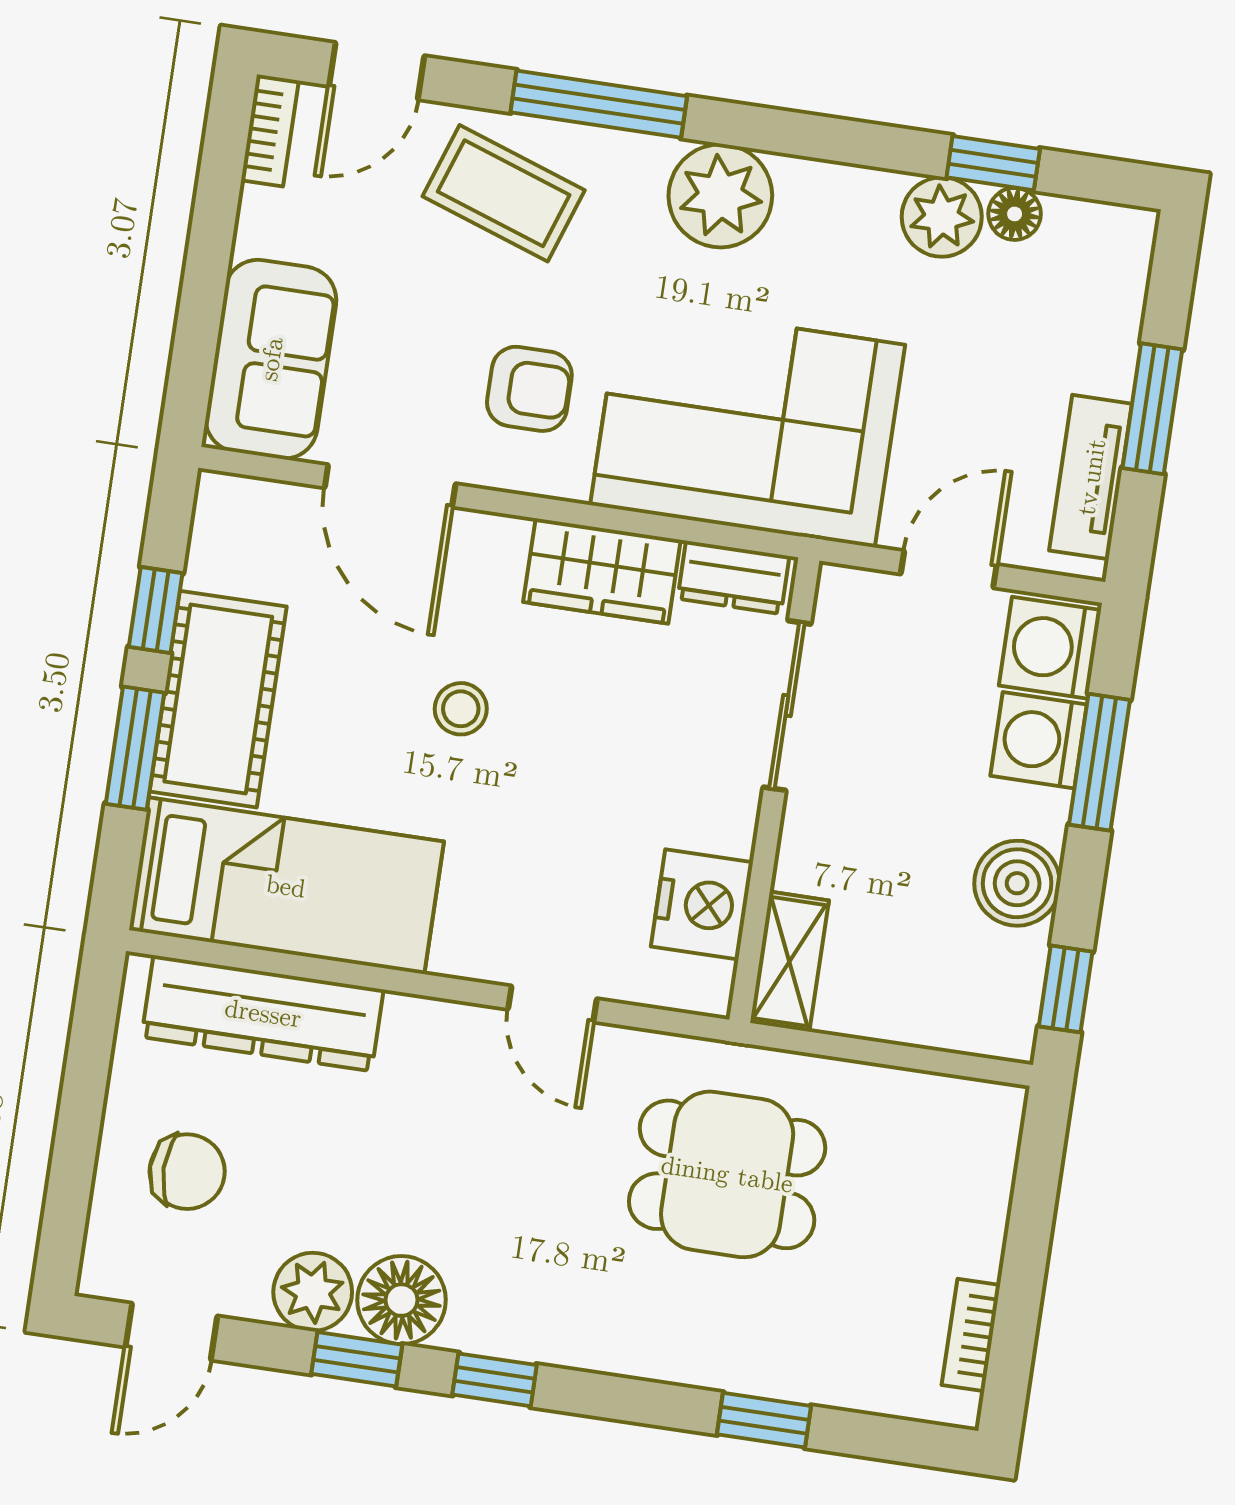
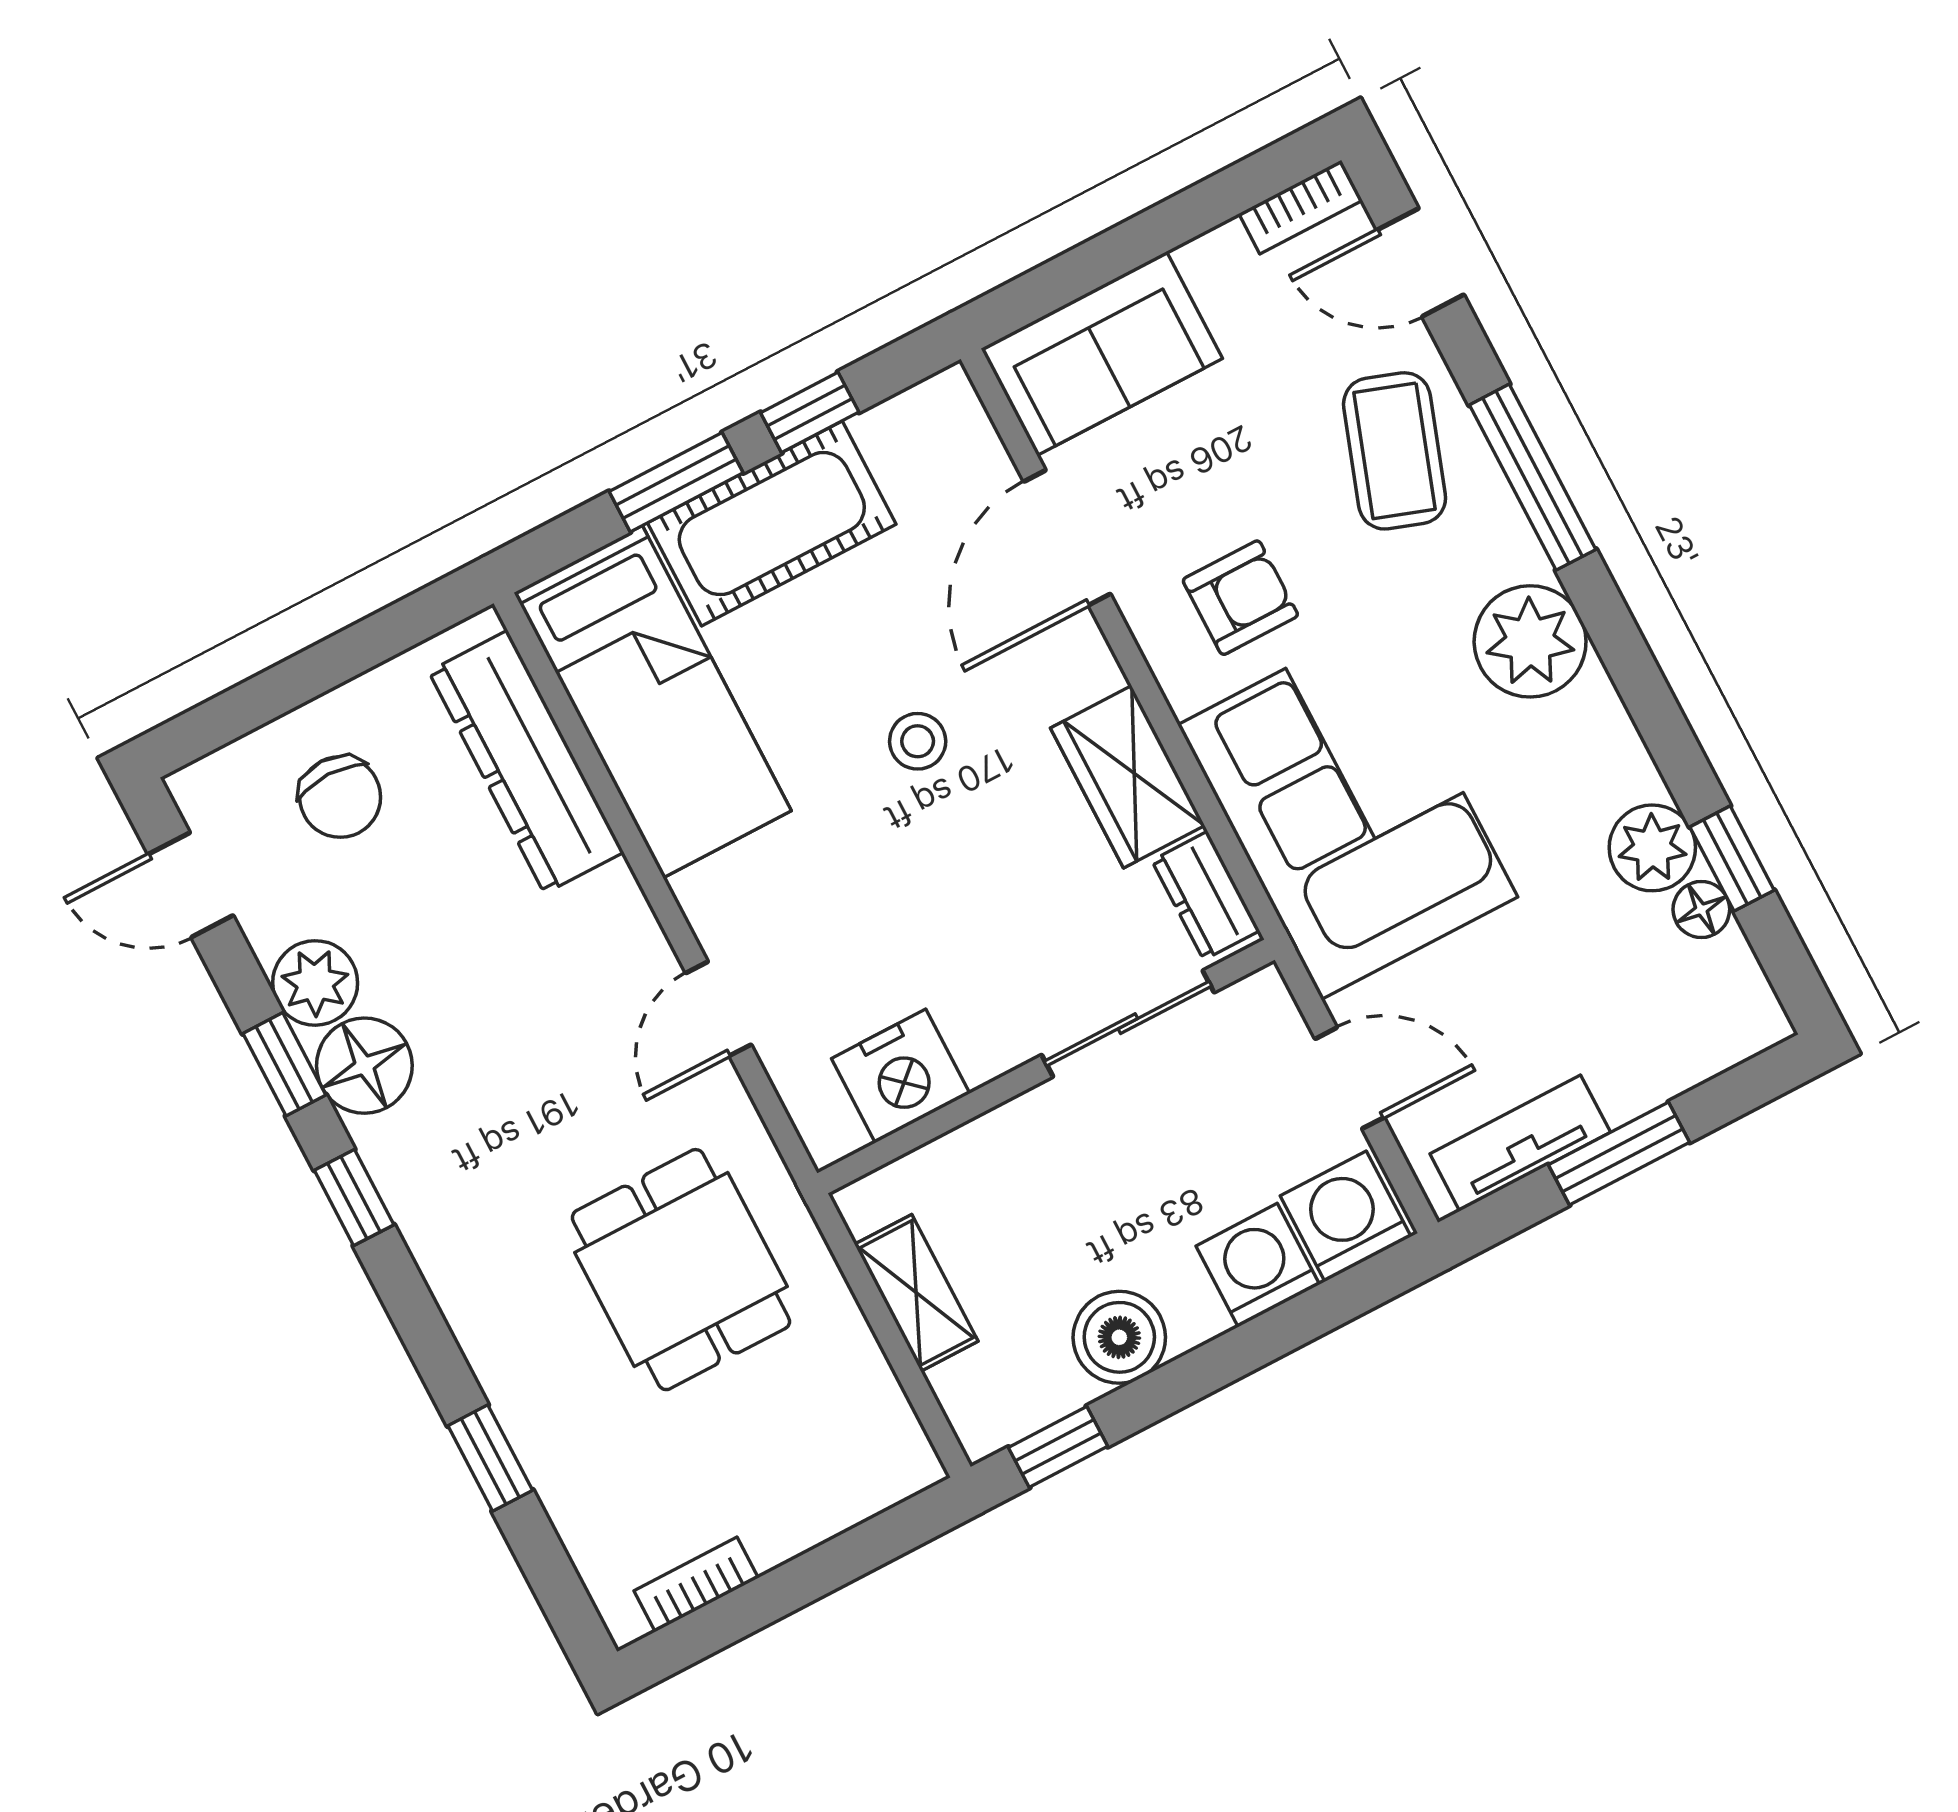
armchair: (529, 389) -> (1240, 598), turned -90
window: (1100, 762) -> (1277, 1332), removed
shelving: (789, 962) -> (916, 1293), moved, turned 90

